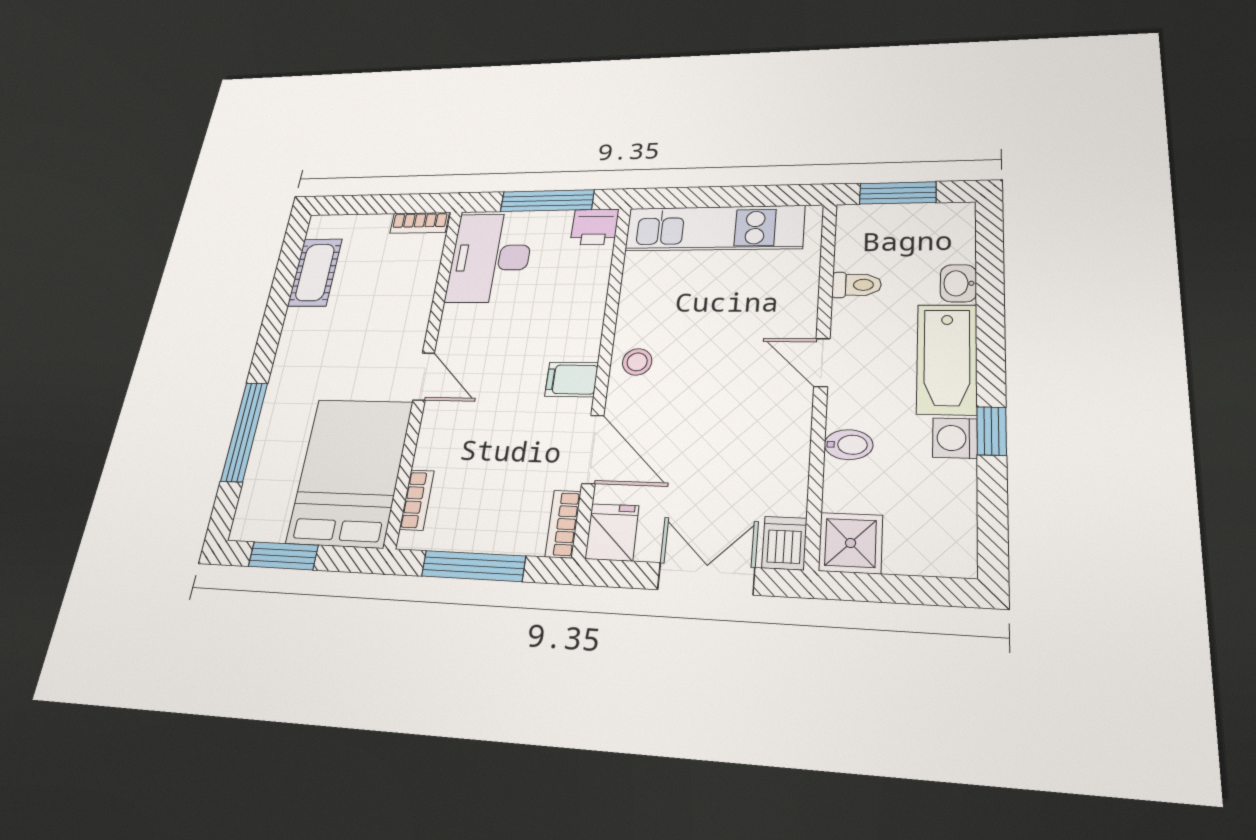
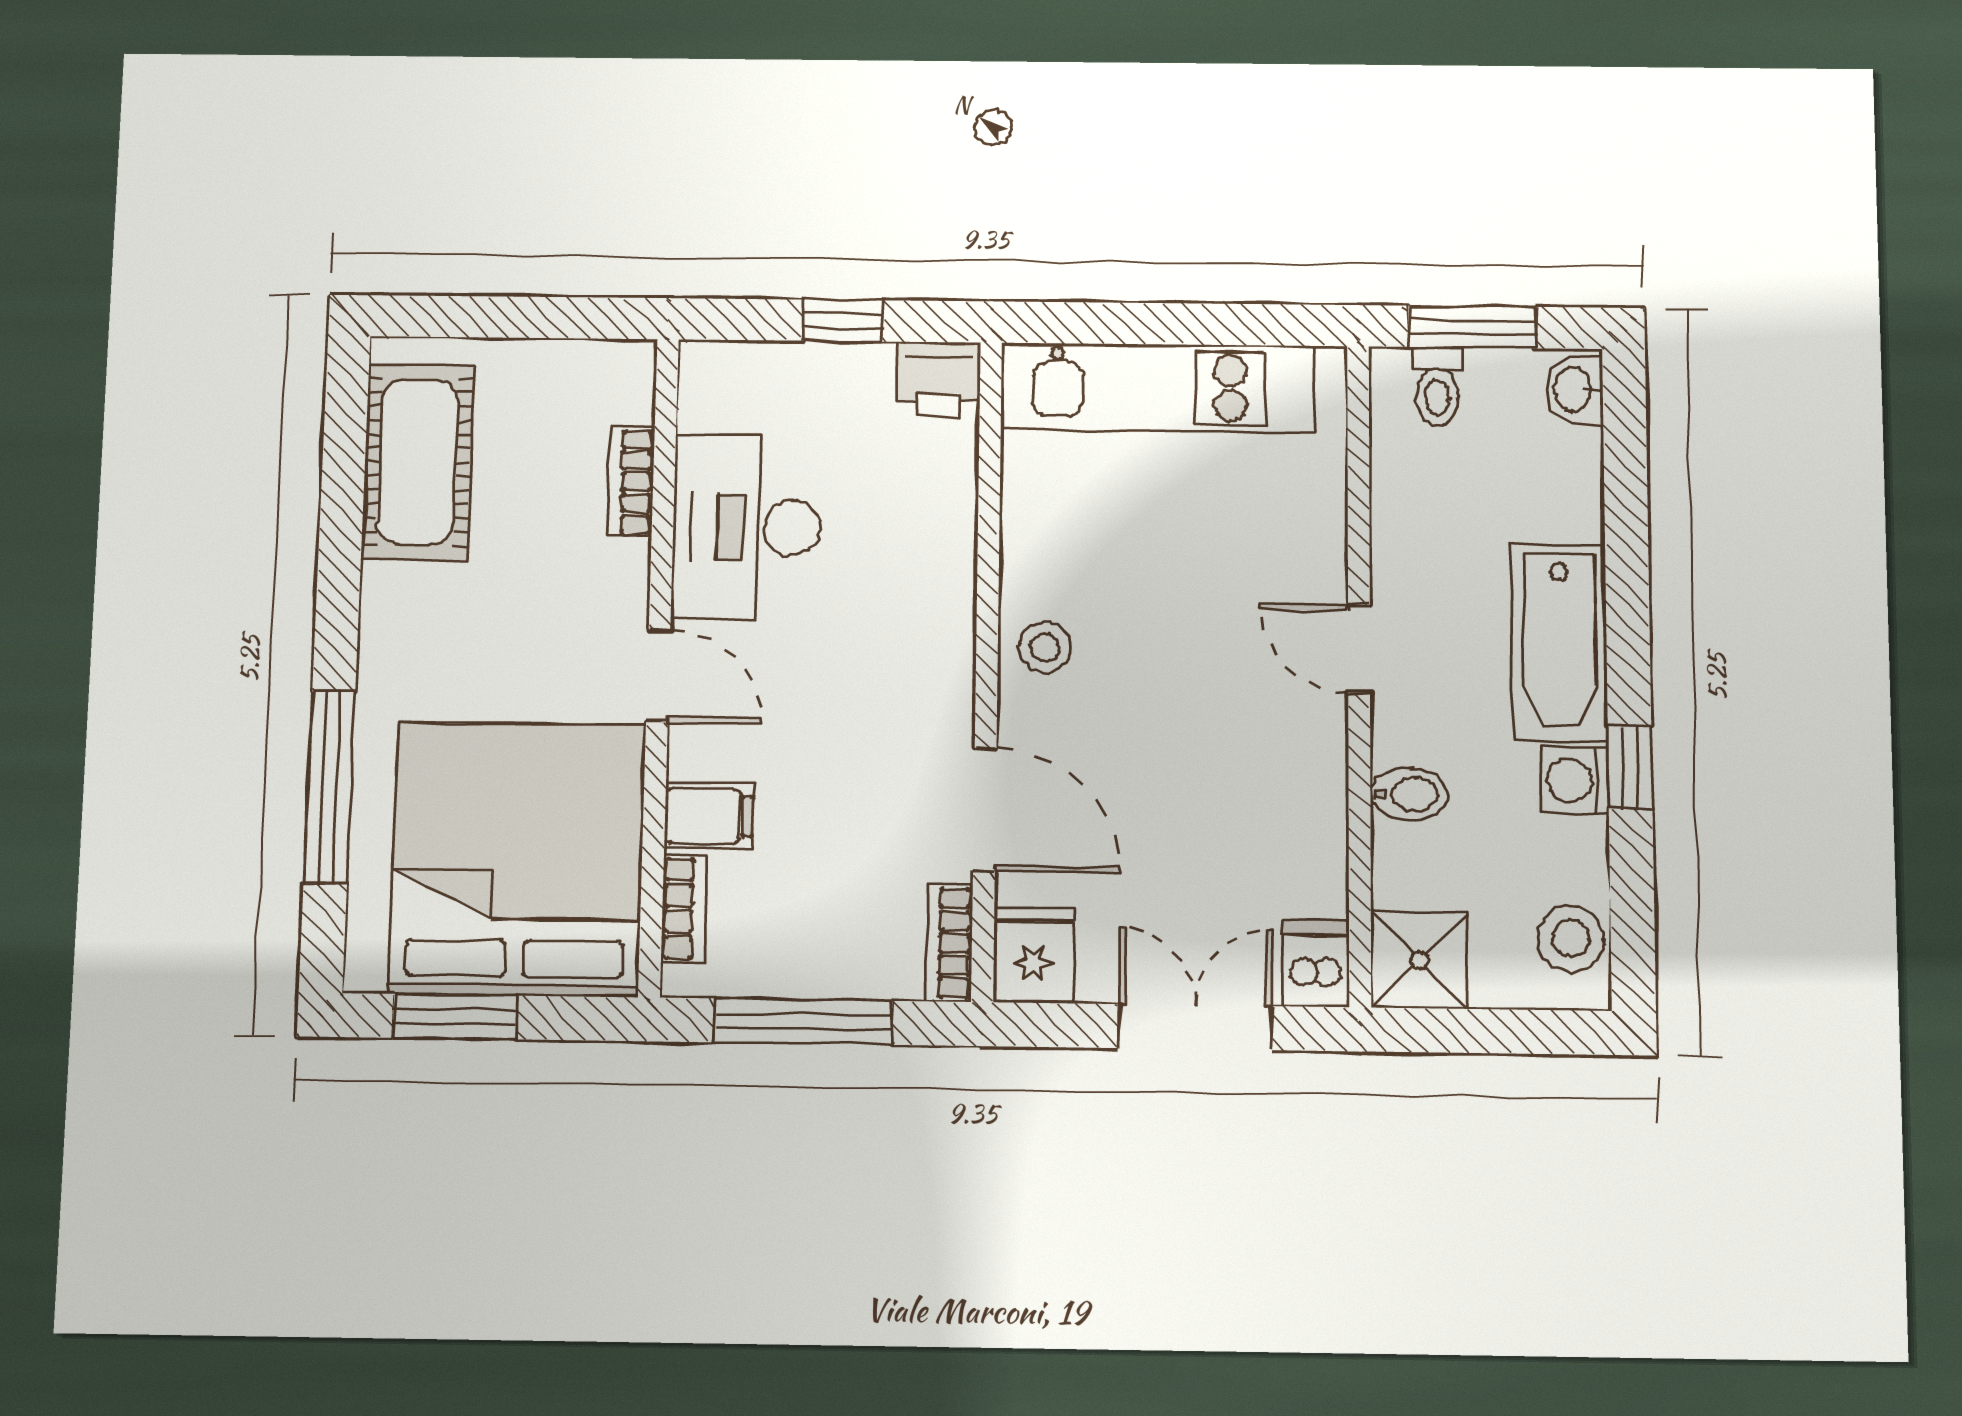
window: (547, 201) -> (842, 321), width x0.46
bookcase: (419, 223) -> (631, 482), moved, turned 90
desk: (490, 258) -> (747, 527), moved
cot: (315, 272) -> (418, 462), width x1.37, depth x1.34
washbasin: (958, 283) -> (1574, 390), moved
toilet: (857, 285) -> (1437, 387), moved, turned 90
filing cabinet: (572, 379) -> (709, 816), moved, turned 180
bed: (350, 472) -> (517, 859), width x1.36
stool: (951, 533) -> (1571, 939), added

